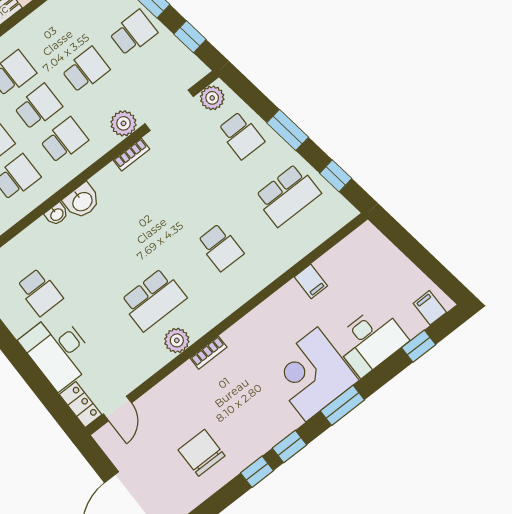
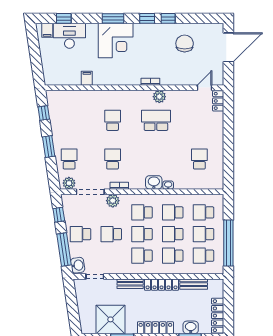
school desk: (288, 195) -> (113, 159), moved, width x0.54
desk: (370, 340) -> (69, 36), moved
desk: (58, 351) -> (210, 130), removed
chair: (202, 453) -> (185, 43), turned 180

